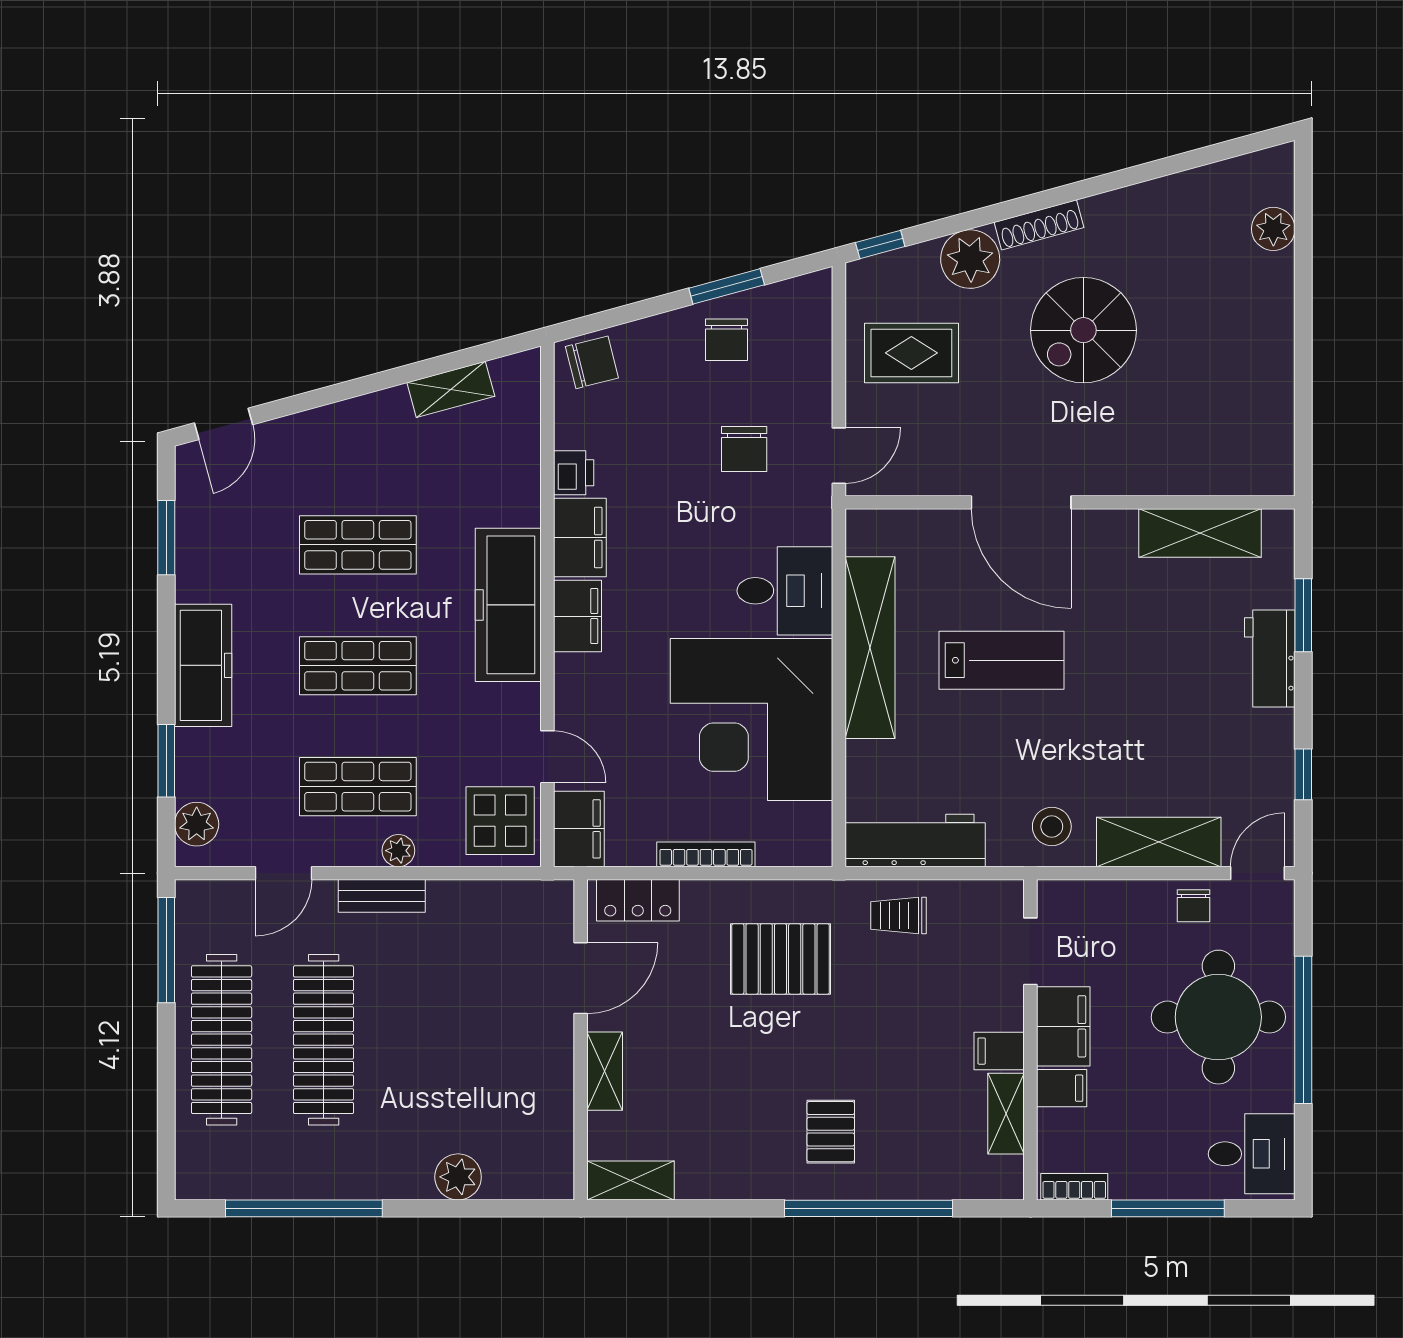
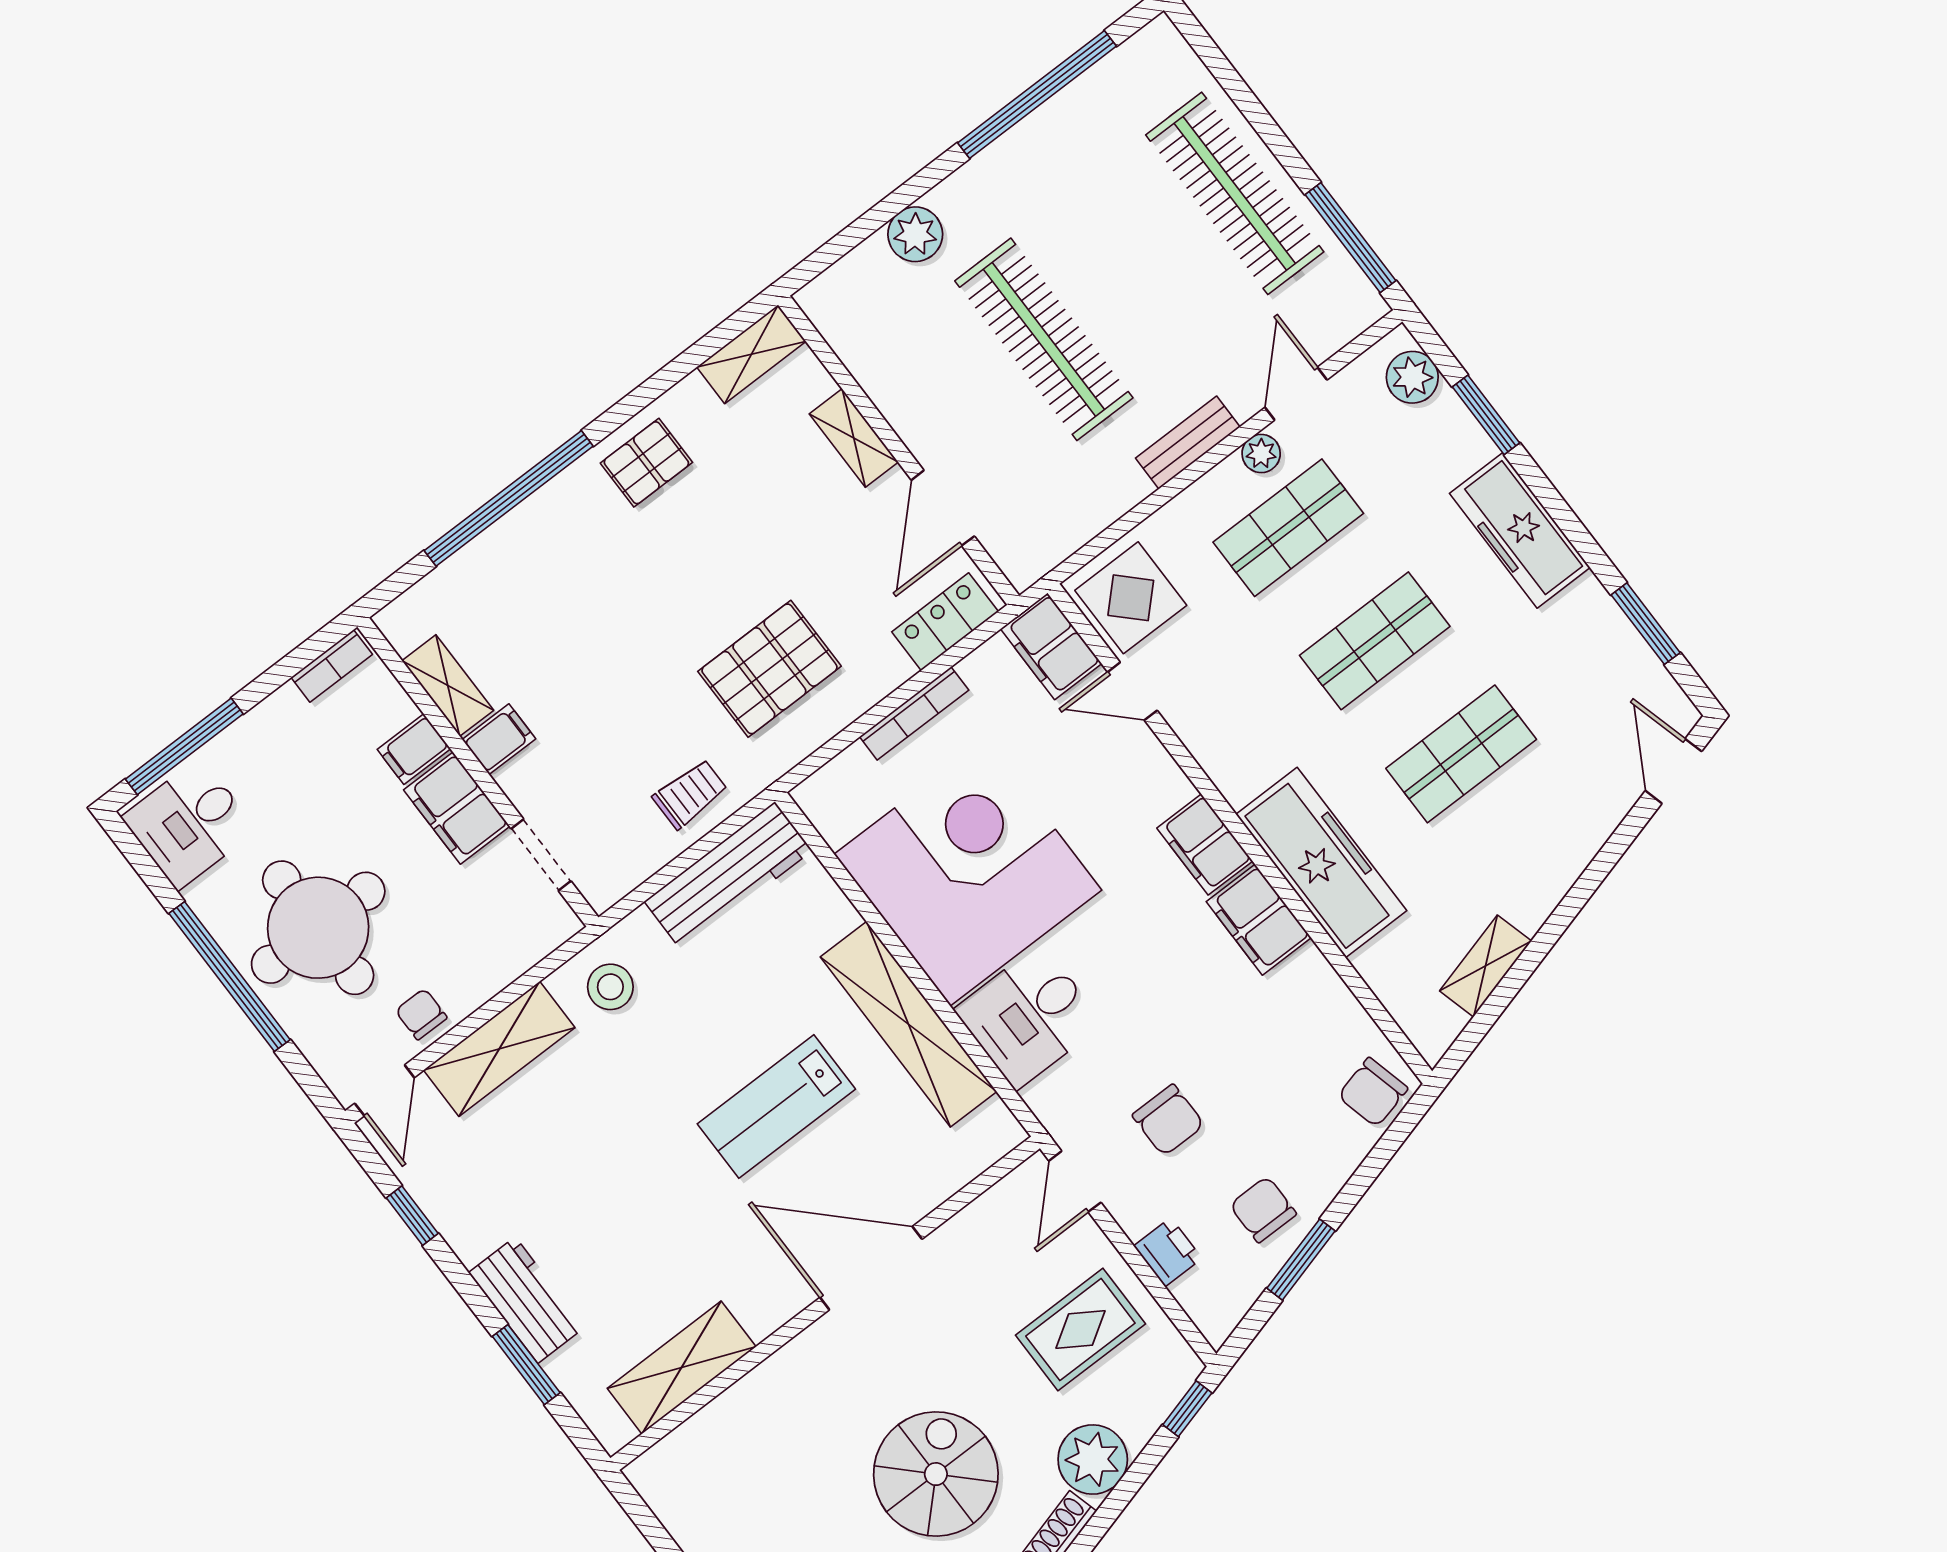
chair: (744, 449) -> (1168, 1120), turned 180
printer: (574, 473) -> (1168, 1252), moved, turned 180
freezer: (508, 605) -> (1321, 862), moved
plant: (398, 851) -> (1261, 454), moved
clothes rail: (324, 1040) -> (1044, 339), moved
pallet: (831, 1132) -> (646, 463), moved, turned 90
window: (1168, 1208) -> (184, 746), moved

